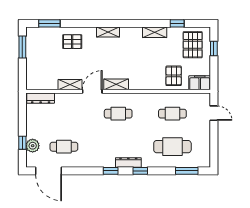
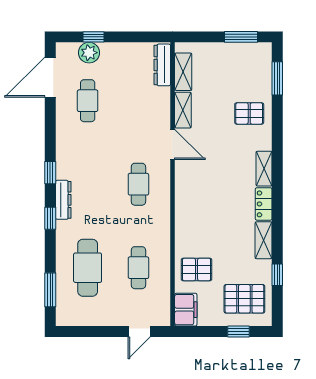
locker: (131, 32) -> (264, 204), added
pallet: (72, 42) -> (249, 113), turned 90
shelving: (116, 84) -> (183, 72), moved

